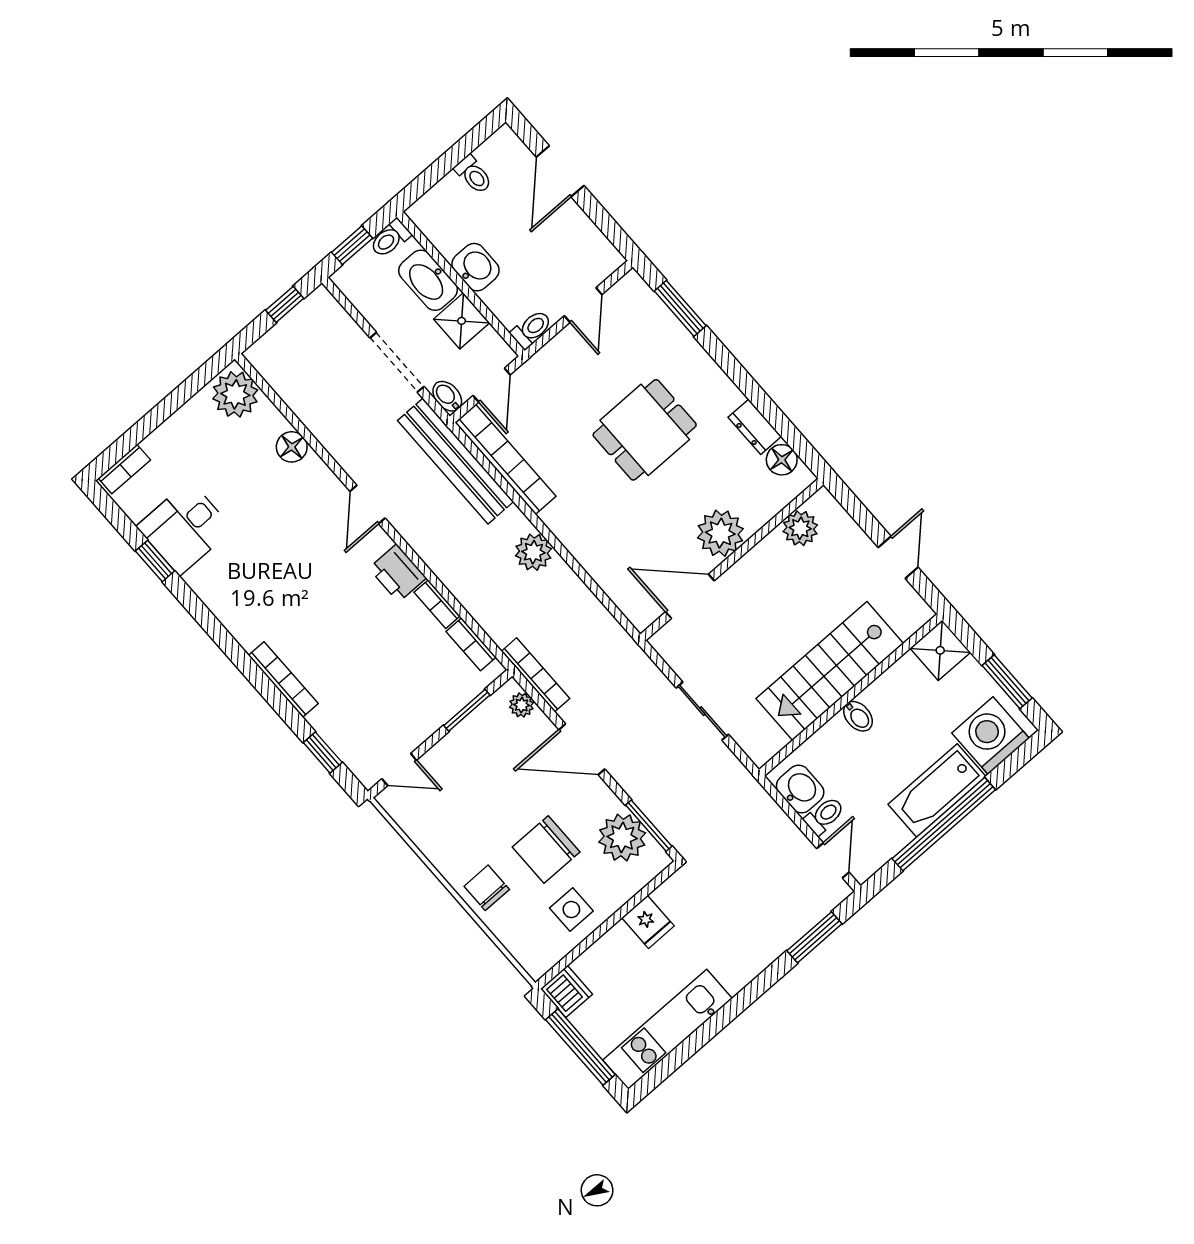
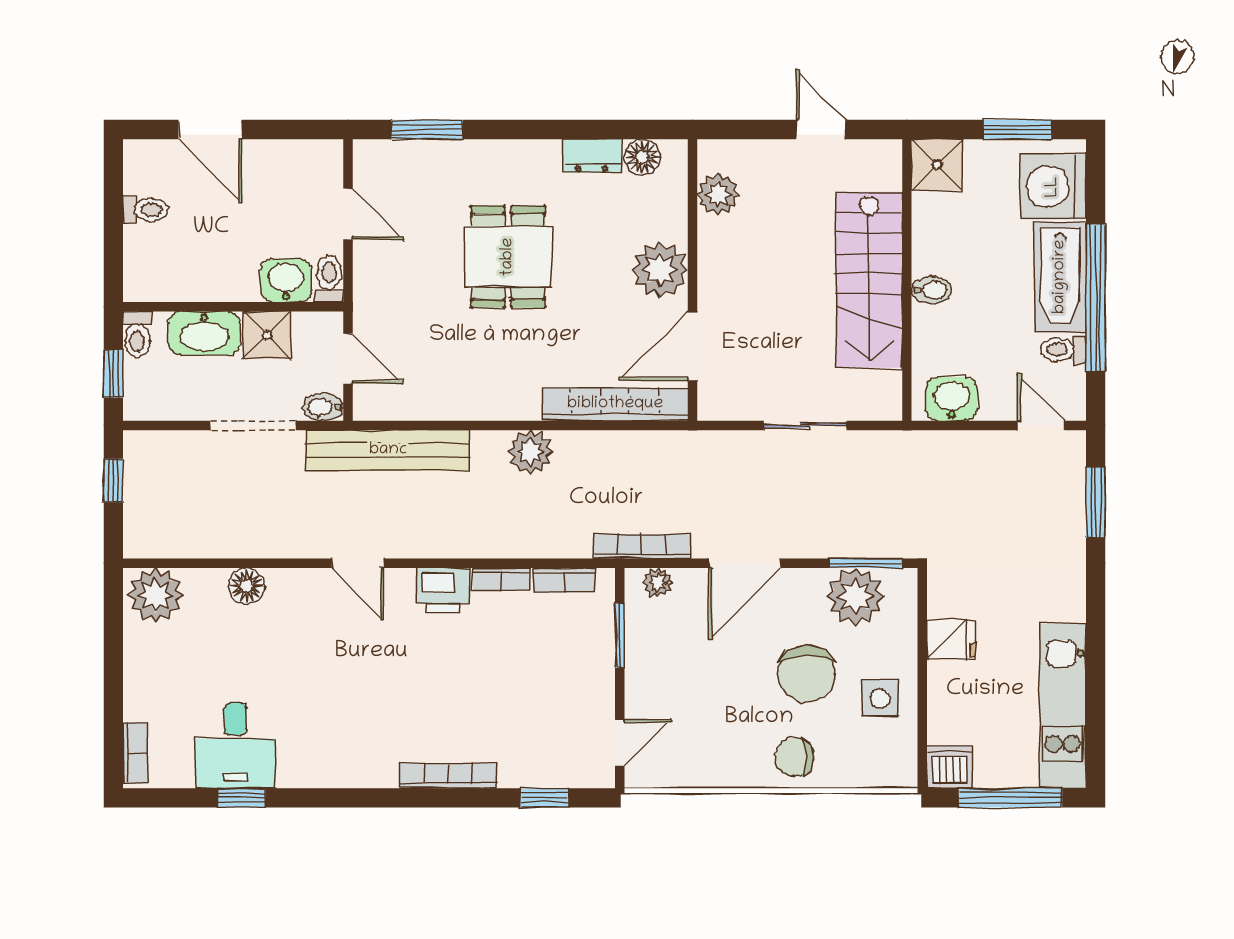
washbasin: (476, 267) -> (286, 280), moved
bookcase: (505, 459) -> (615, 404), moved
toilet: (824, 816) -> (1063, 350), moved, turned -90

